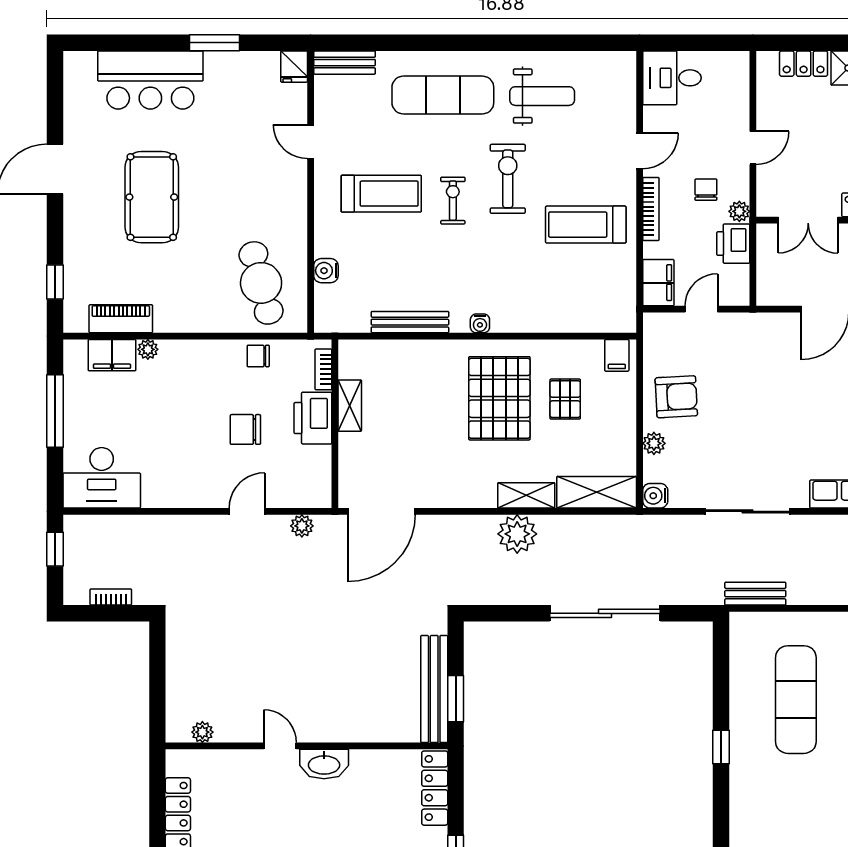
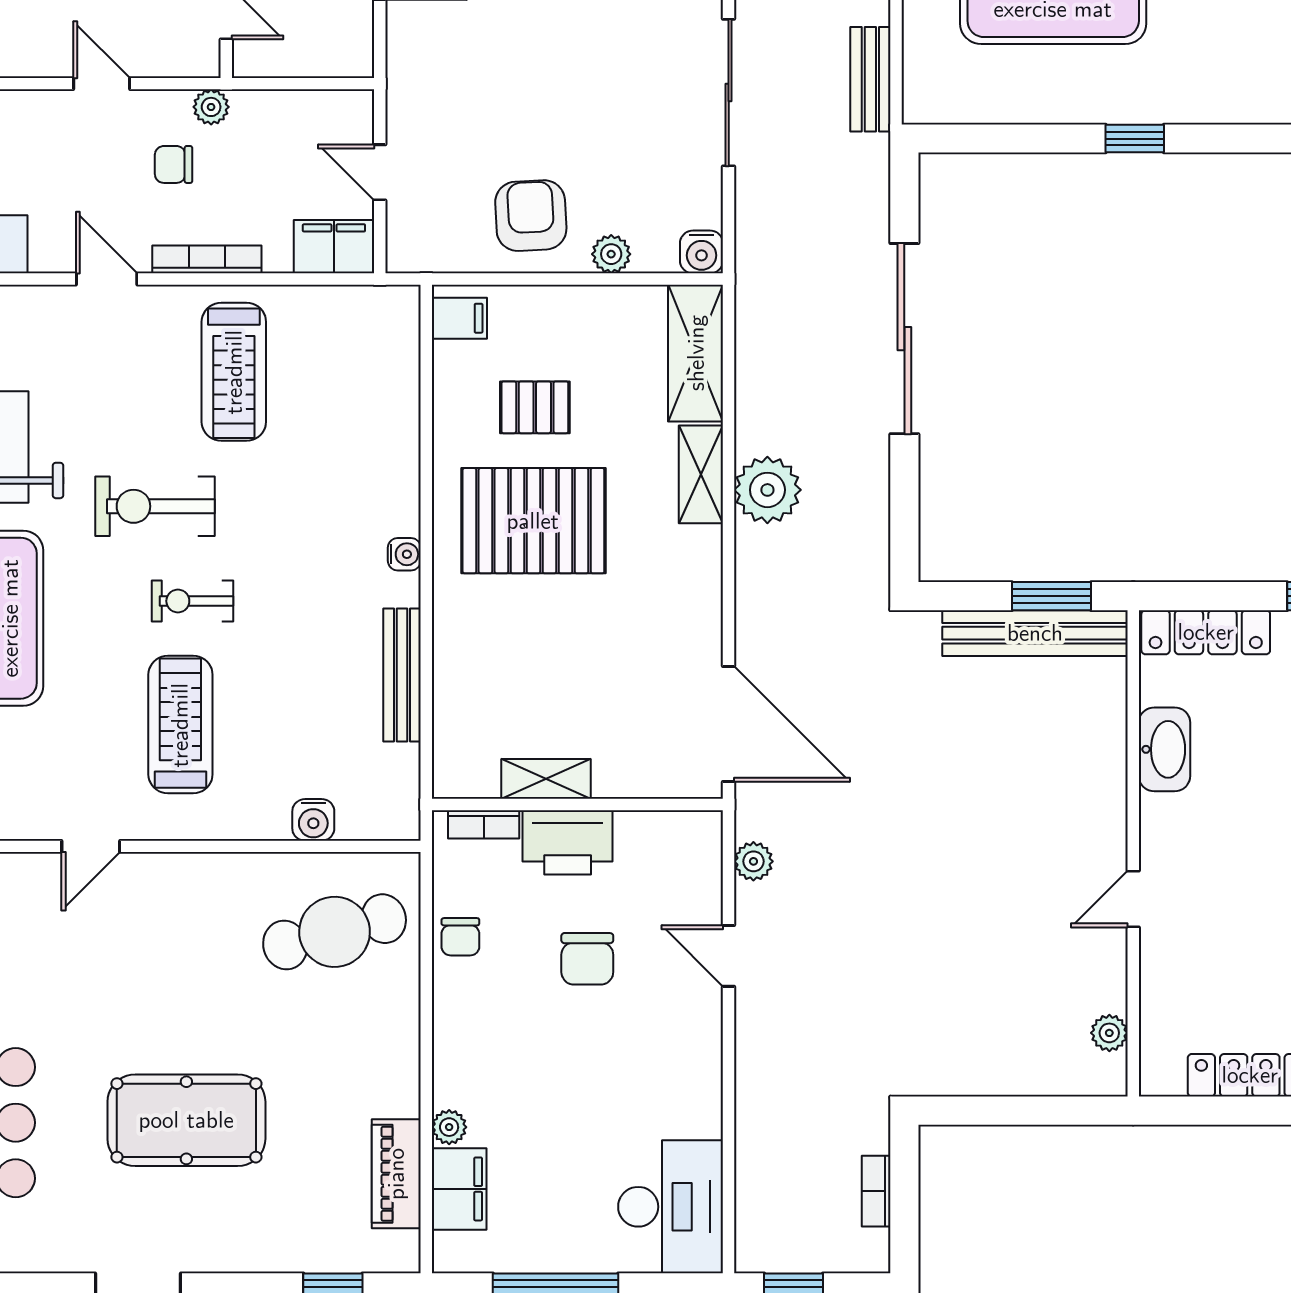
printer: (733, 244) -> (267, 117), removed
washbasin: (324, 764) -> (1164, 749), moved

